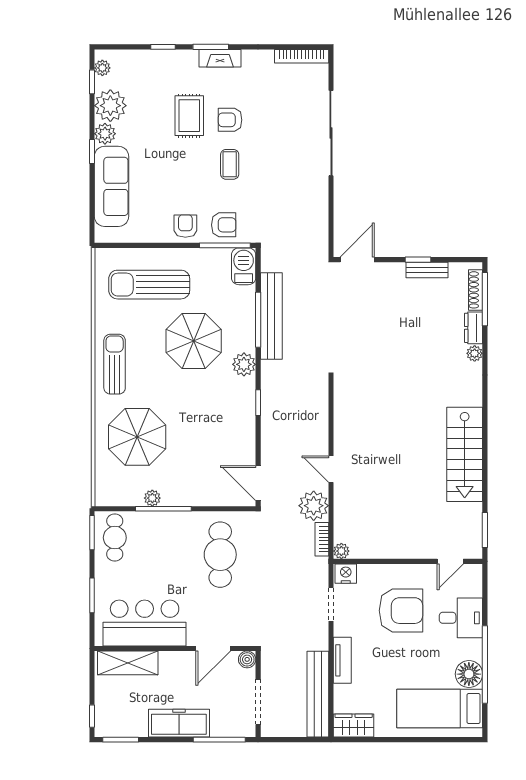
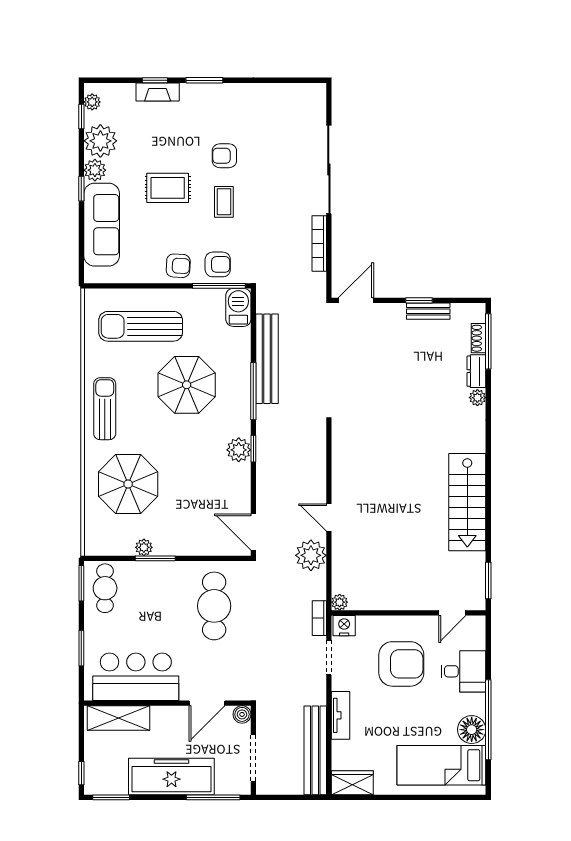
bookcase: (302, 56) -> (319, 243), moved, turned 90
fireplace: (220, 58) -> (158, 92), moved
rug: (189, 116) -> (168, 188), moved, turned 90
armchair: (185, 226) -> (178, 266), turned 93
shoe rack: (476, 290) -> (479, 338), width x0.70
window: (258, 320) -> (253, 391), moved
plant: (244, 364) -> (239, 450), moved
window: (163, 509) -> (155, 558), width x0.69
bookcase: (322, 539) -> (319, 618), moved
freezer: (179, 723) -> (171, 777), width x1.36, depth x1.26

